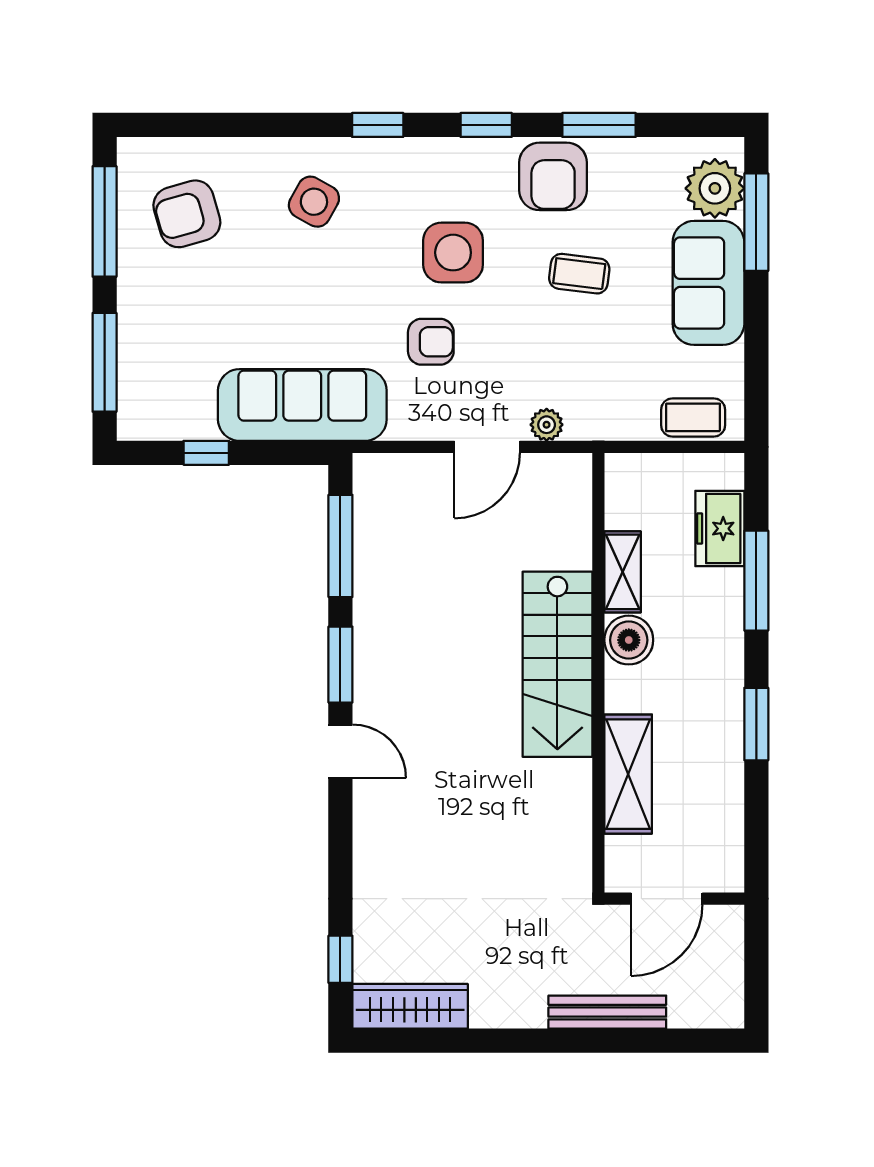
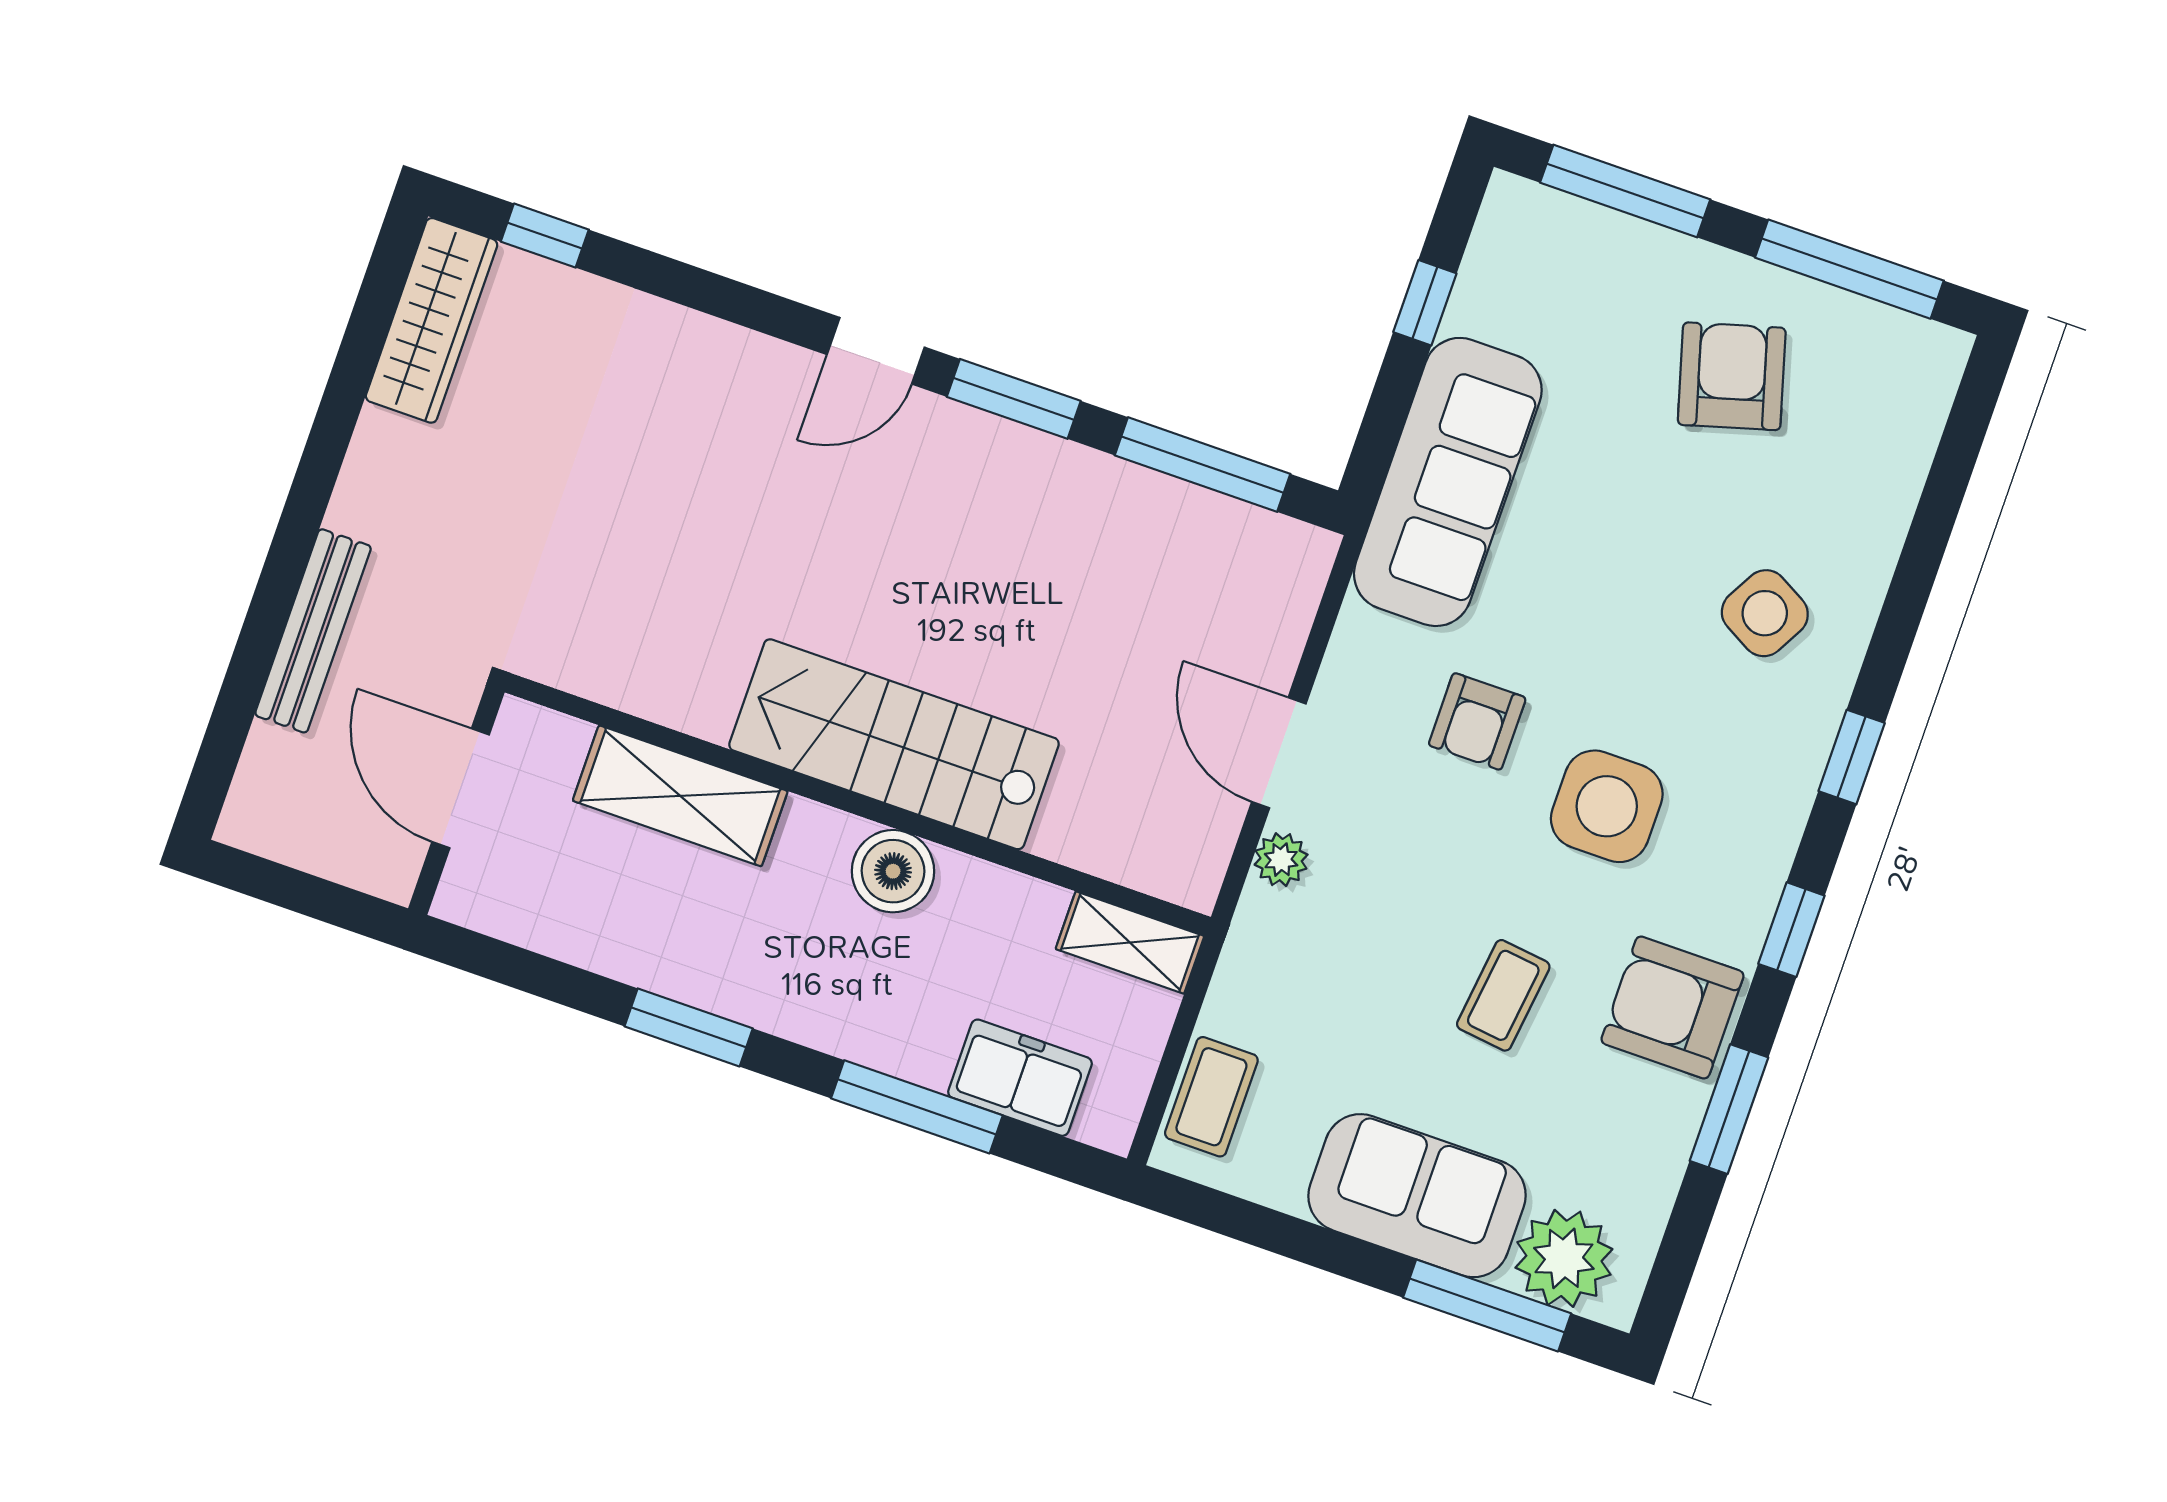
armchair: (187, 214) -> (1732, 376), moved
shelving: (623, 572) -> (1130, 943), moved

